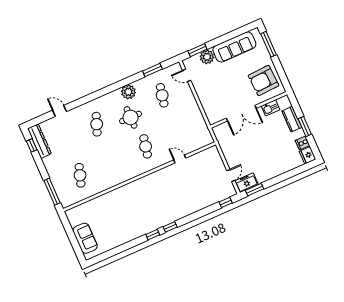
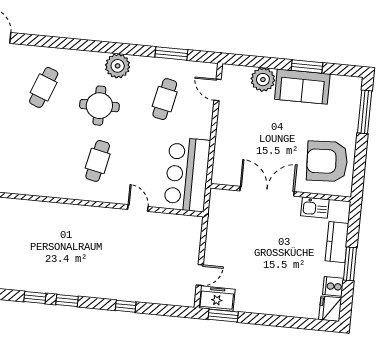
sofa: (234, 47) -> (302, 87), width x0.73
window: (197, 50) -> (307, 66), moved
double door: (241, 113) -> (267, 191), swing flipped
bar counter: (195, 128) -> (187, 174), added
window: (226, 202) -> (126, 306), moved

